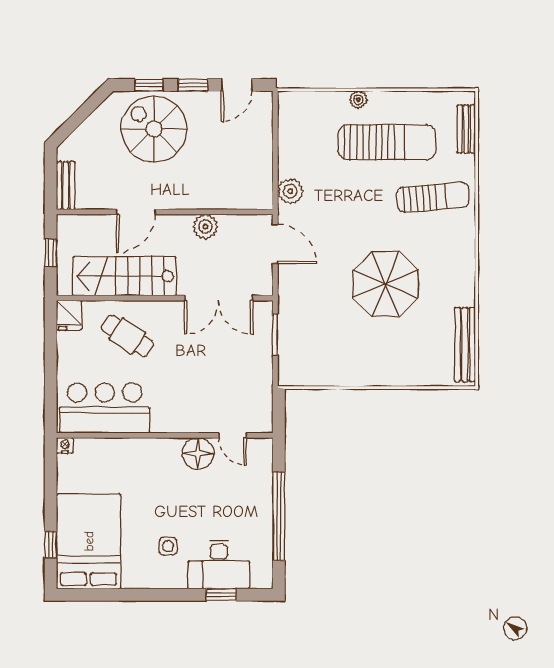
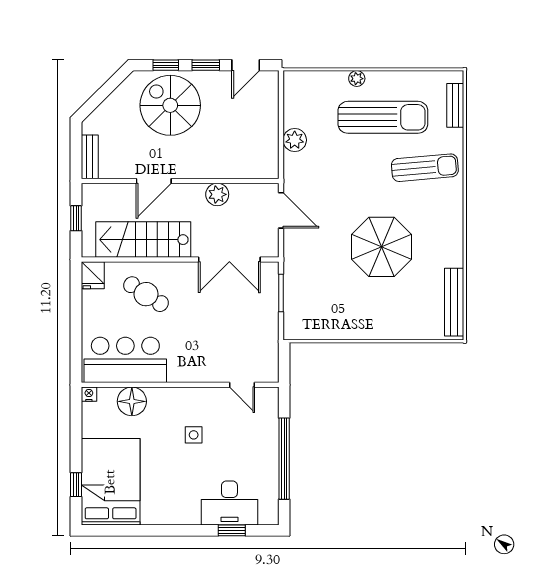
plant: (290, 191) -> (295, 140), moved
floor lamp: (198, 454) -> (132, 401), moved
side table: (168, 546) -> (194, 435), moved

